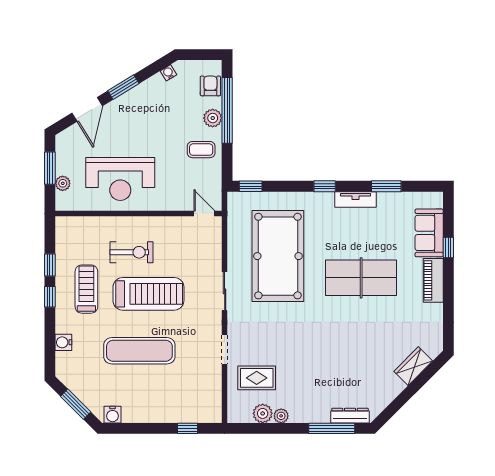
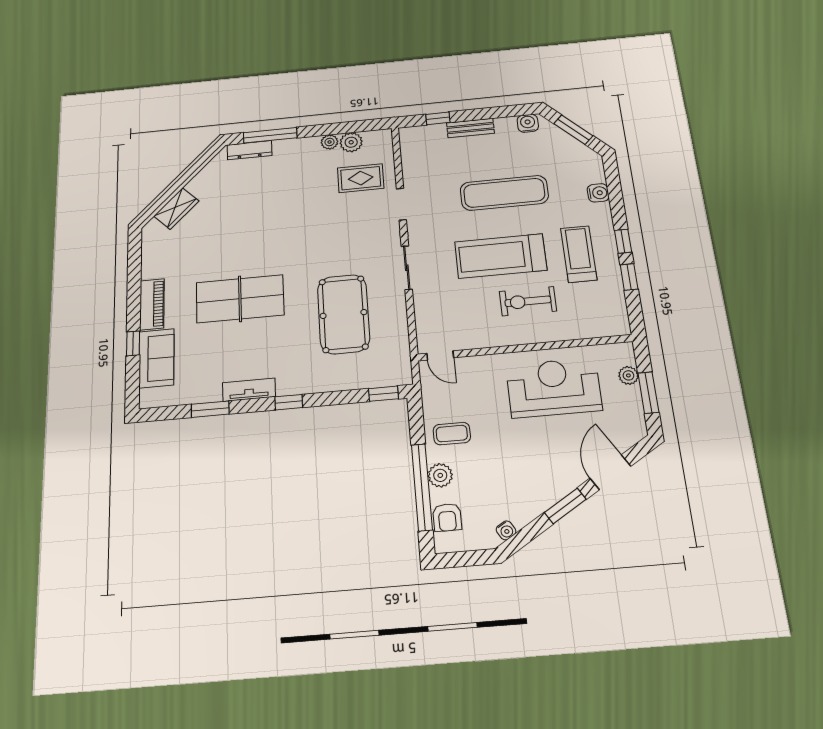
pool table: (278, 256) -> (343, 314), width x0.73, depth x0.76
treadmill: (86, 289) -> (579, 254), turned 180
bench: (161, 416) -> (470, 128), added

